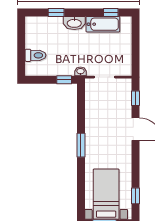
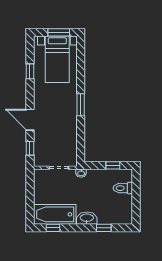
bathtub: (103, 24) -> (55, 214), width x1.36, depth x1.36
window: (64, 80) -> (113, 165), moved
window: (136, 196) -> (30, 71), moved

